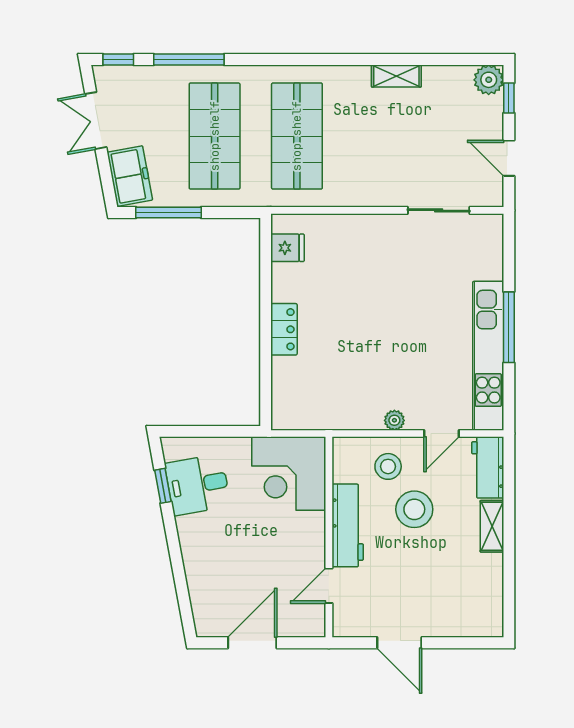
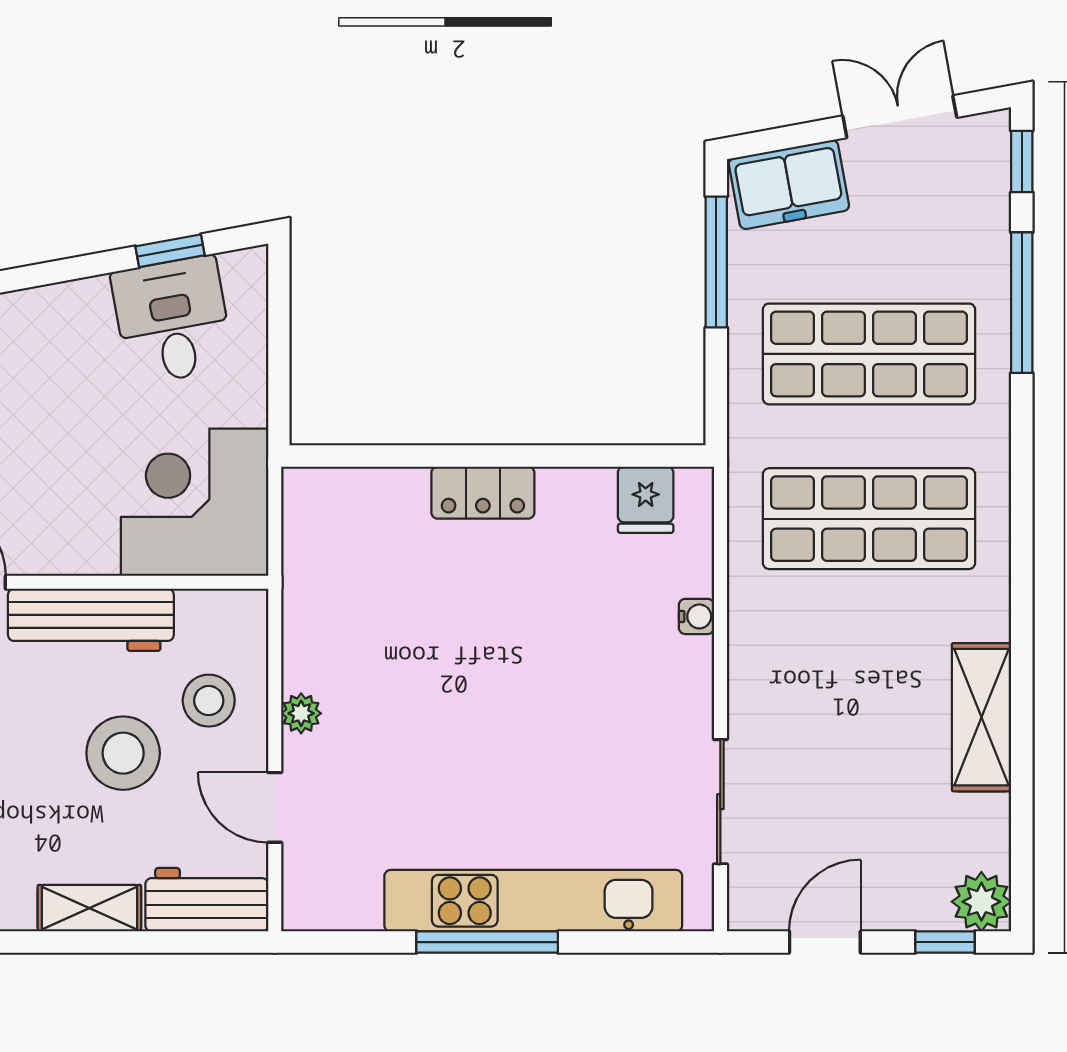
shelving: (396, 76) -> (982, 717), width x1.50, depth x1.33
water cooler: (346, 222) -> (696, 616), added
kitchen unit: (488, 356) -> (533, 901), moved

